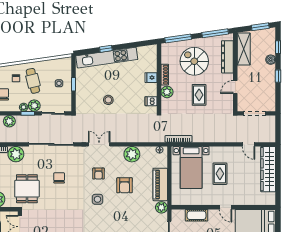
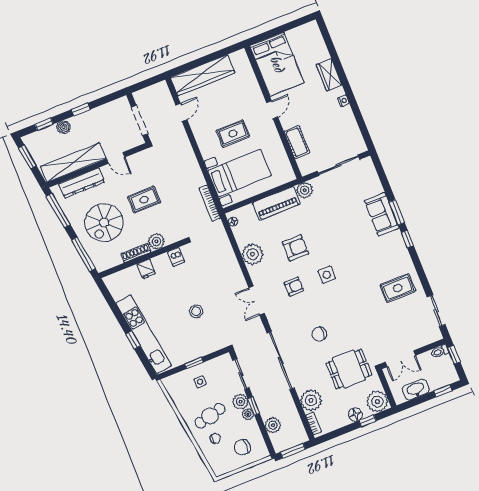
shelving: (244, 49) -> (73, 163), width x1.47

